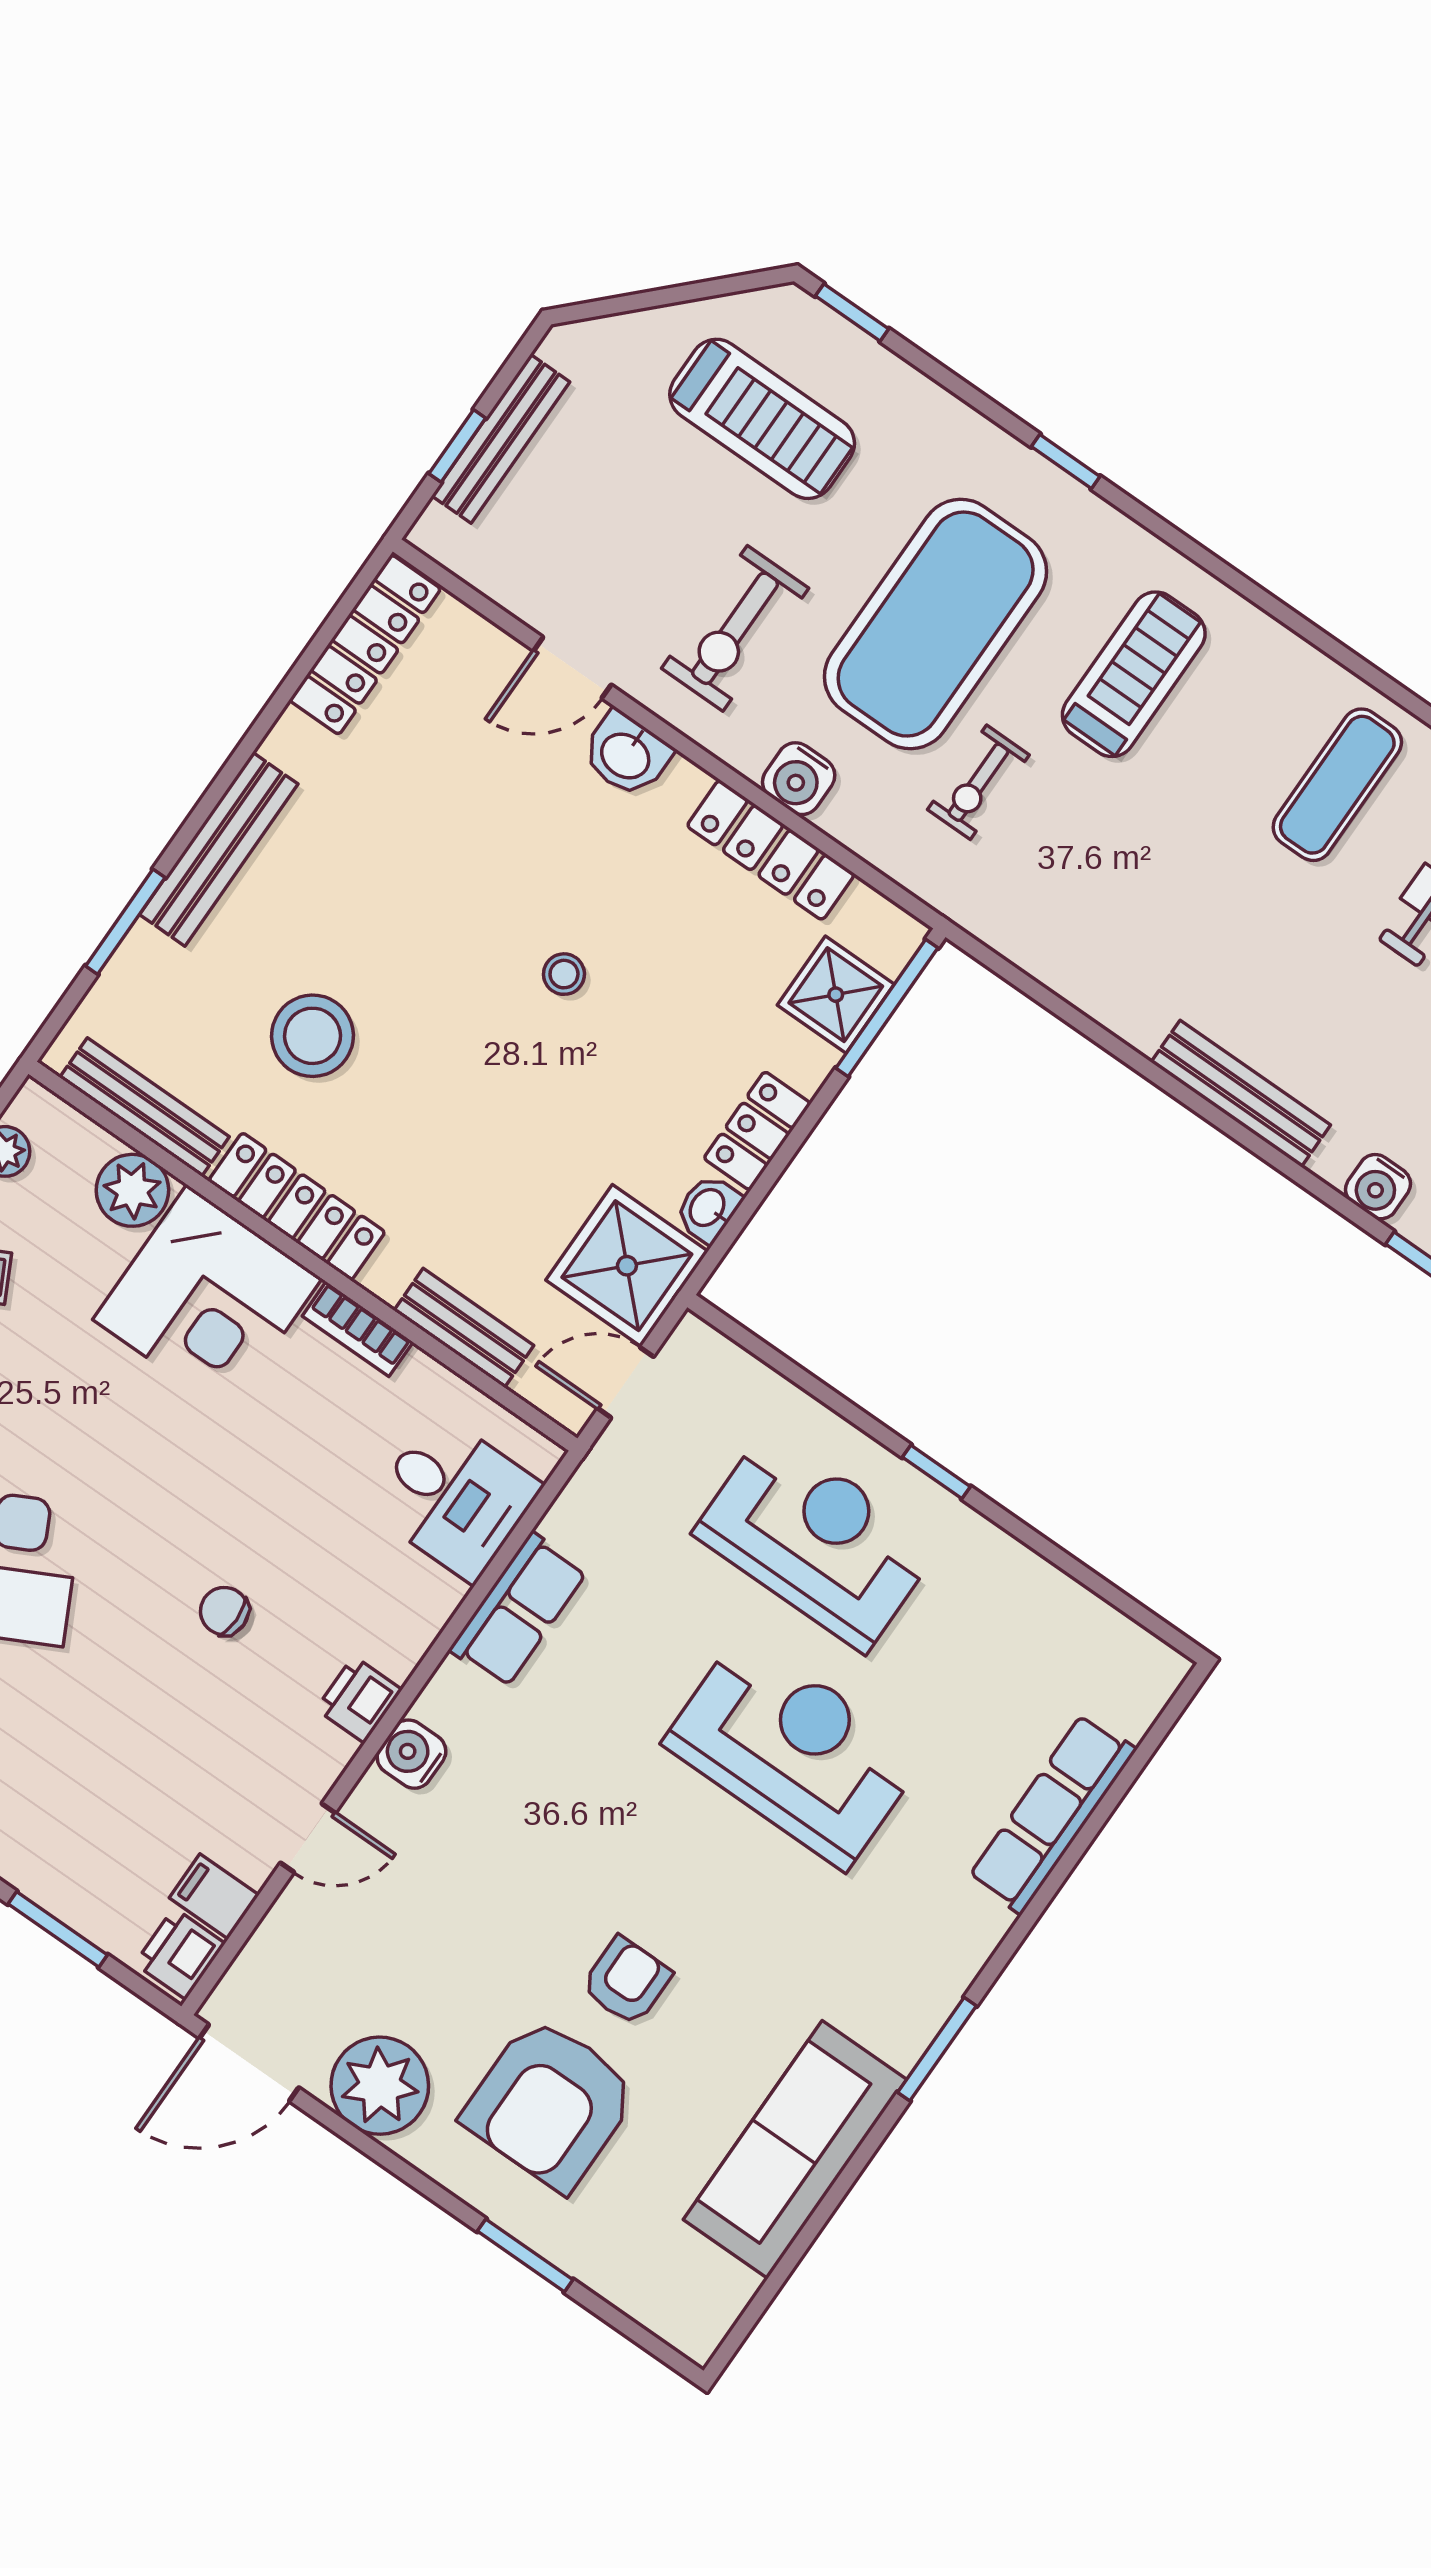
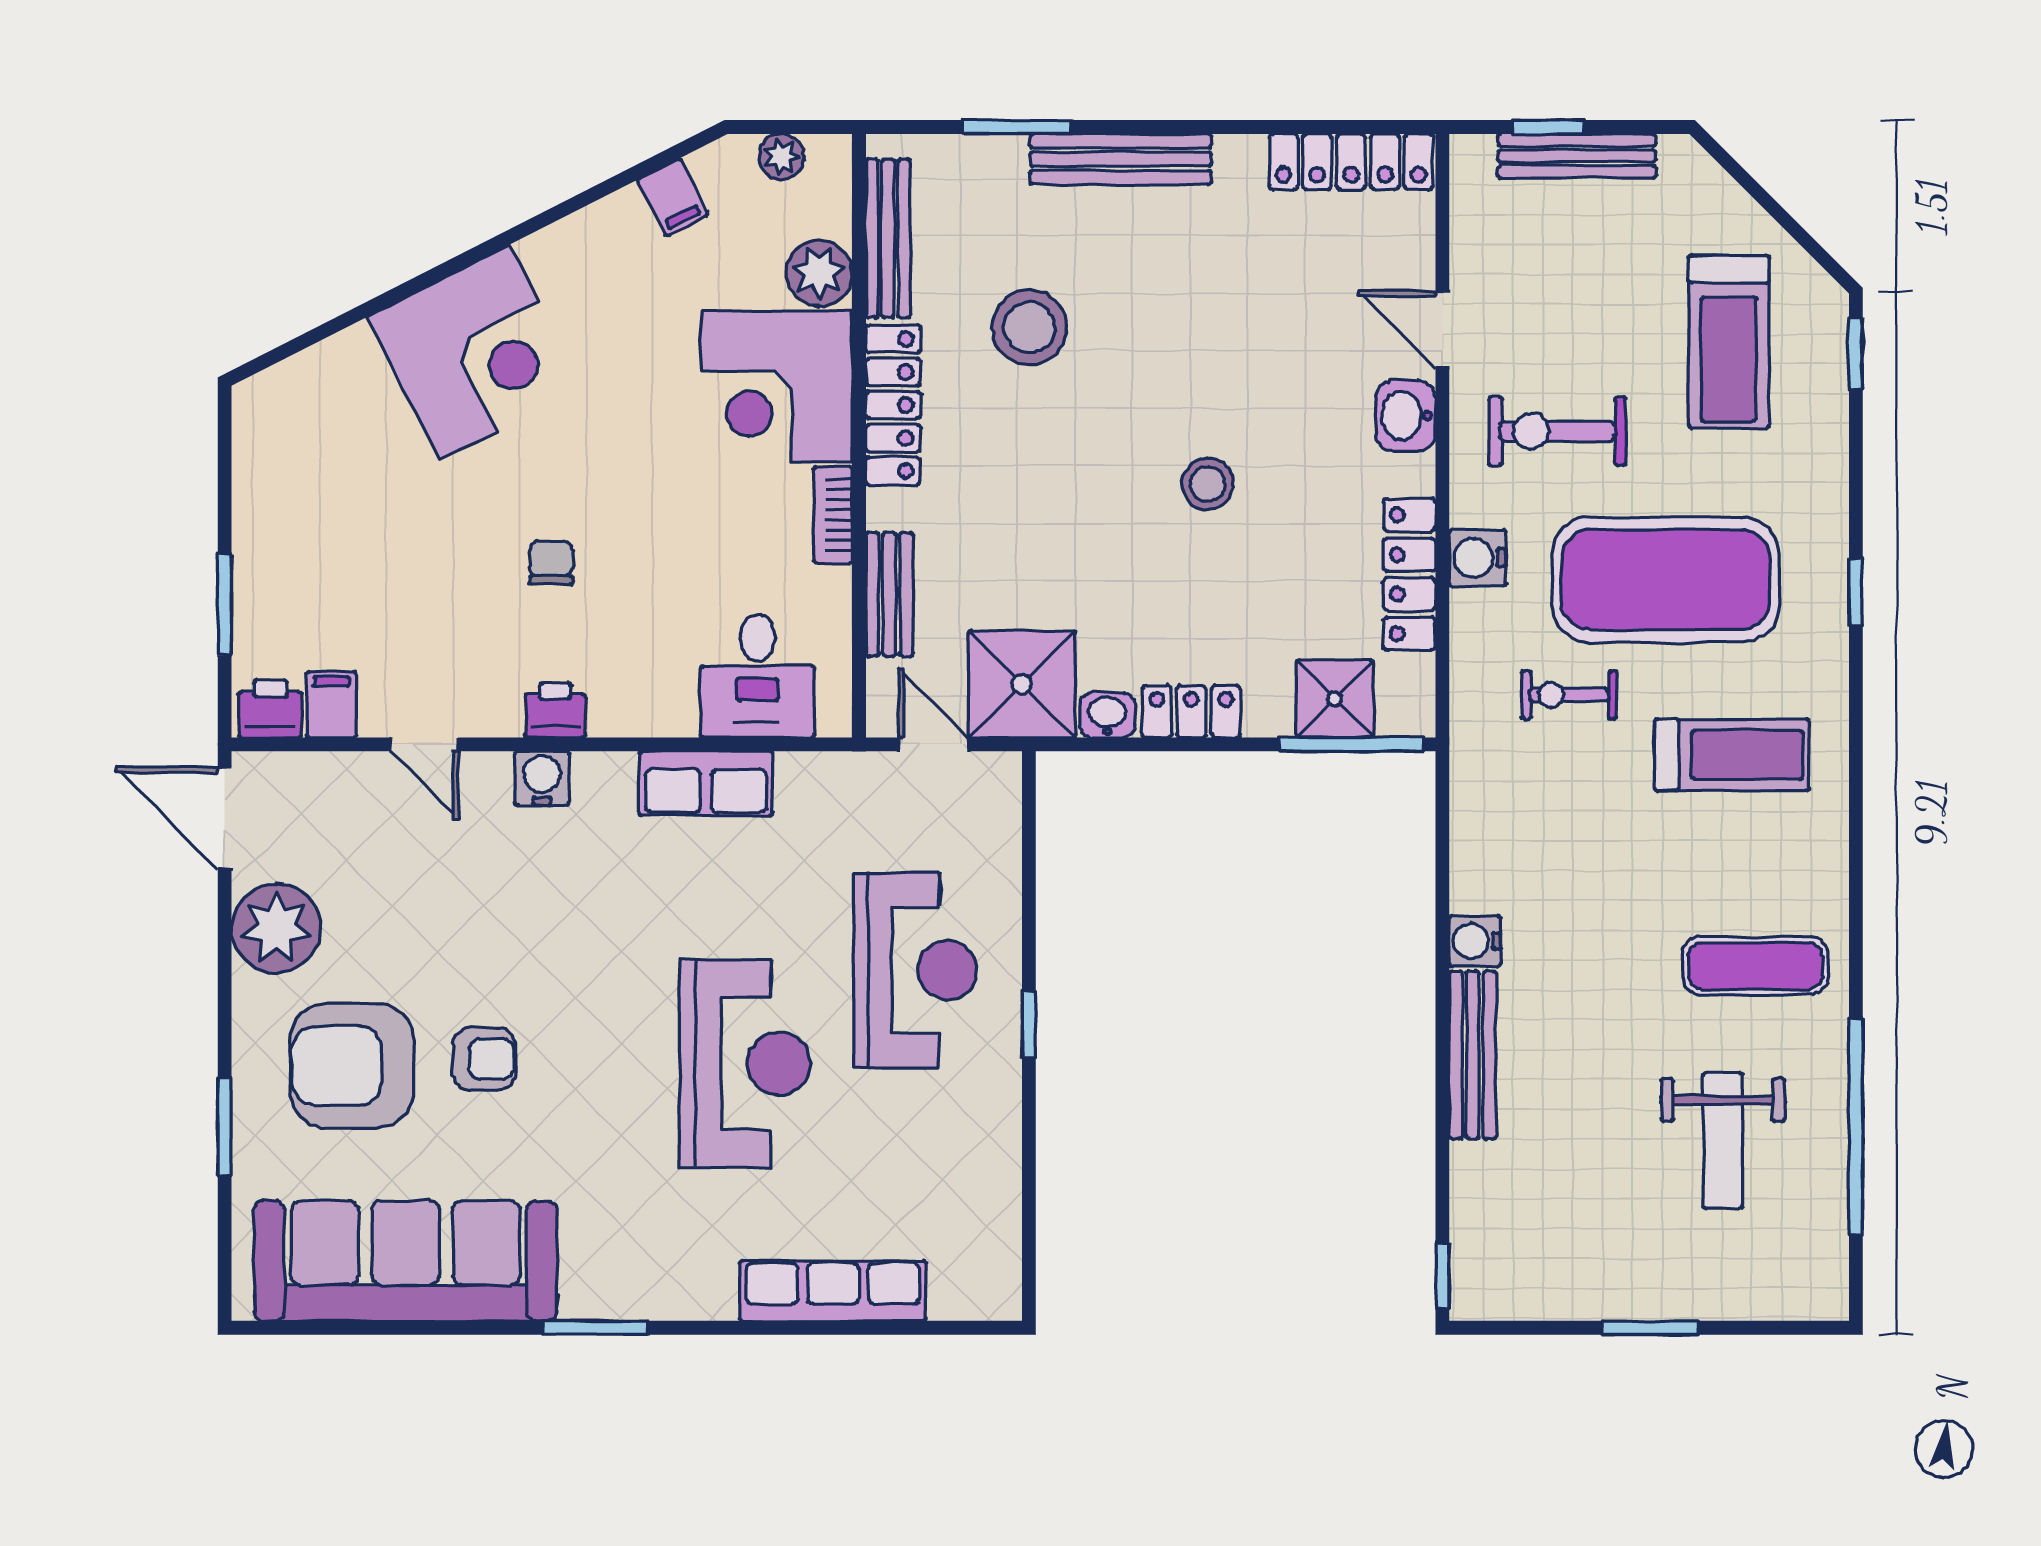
stool: (564, 974) -> (1208, 484), width x1.37, depth x1.37
water cooler: (1378, 1187) -> (1475, 941), moved
sofa: (795, 2150) -> (406, 1261), width x1.36, depth x1.27

